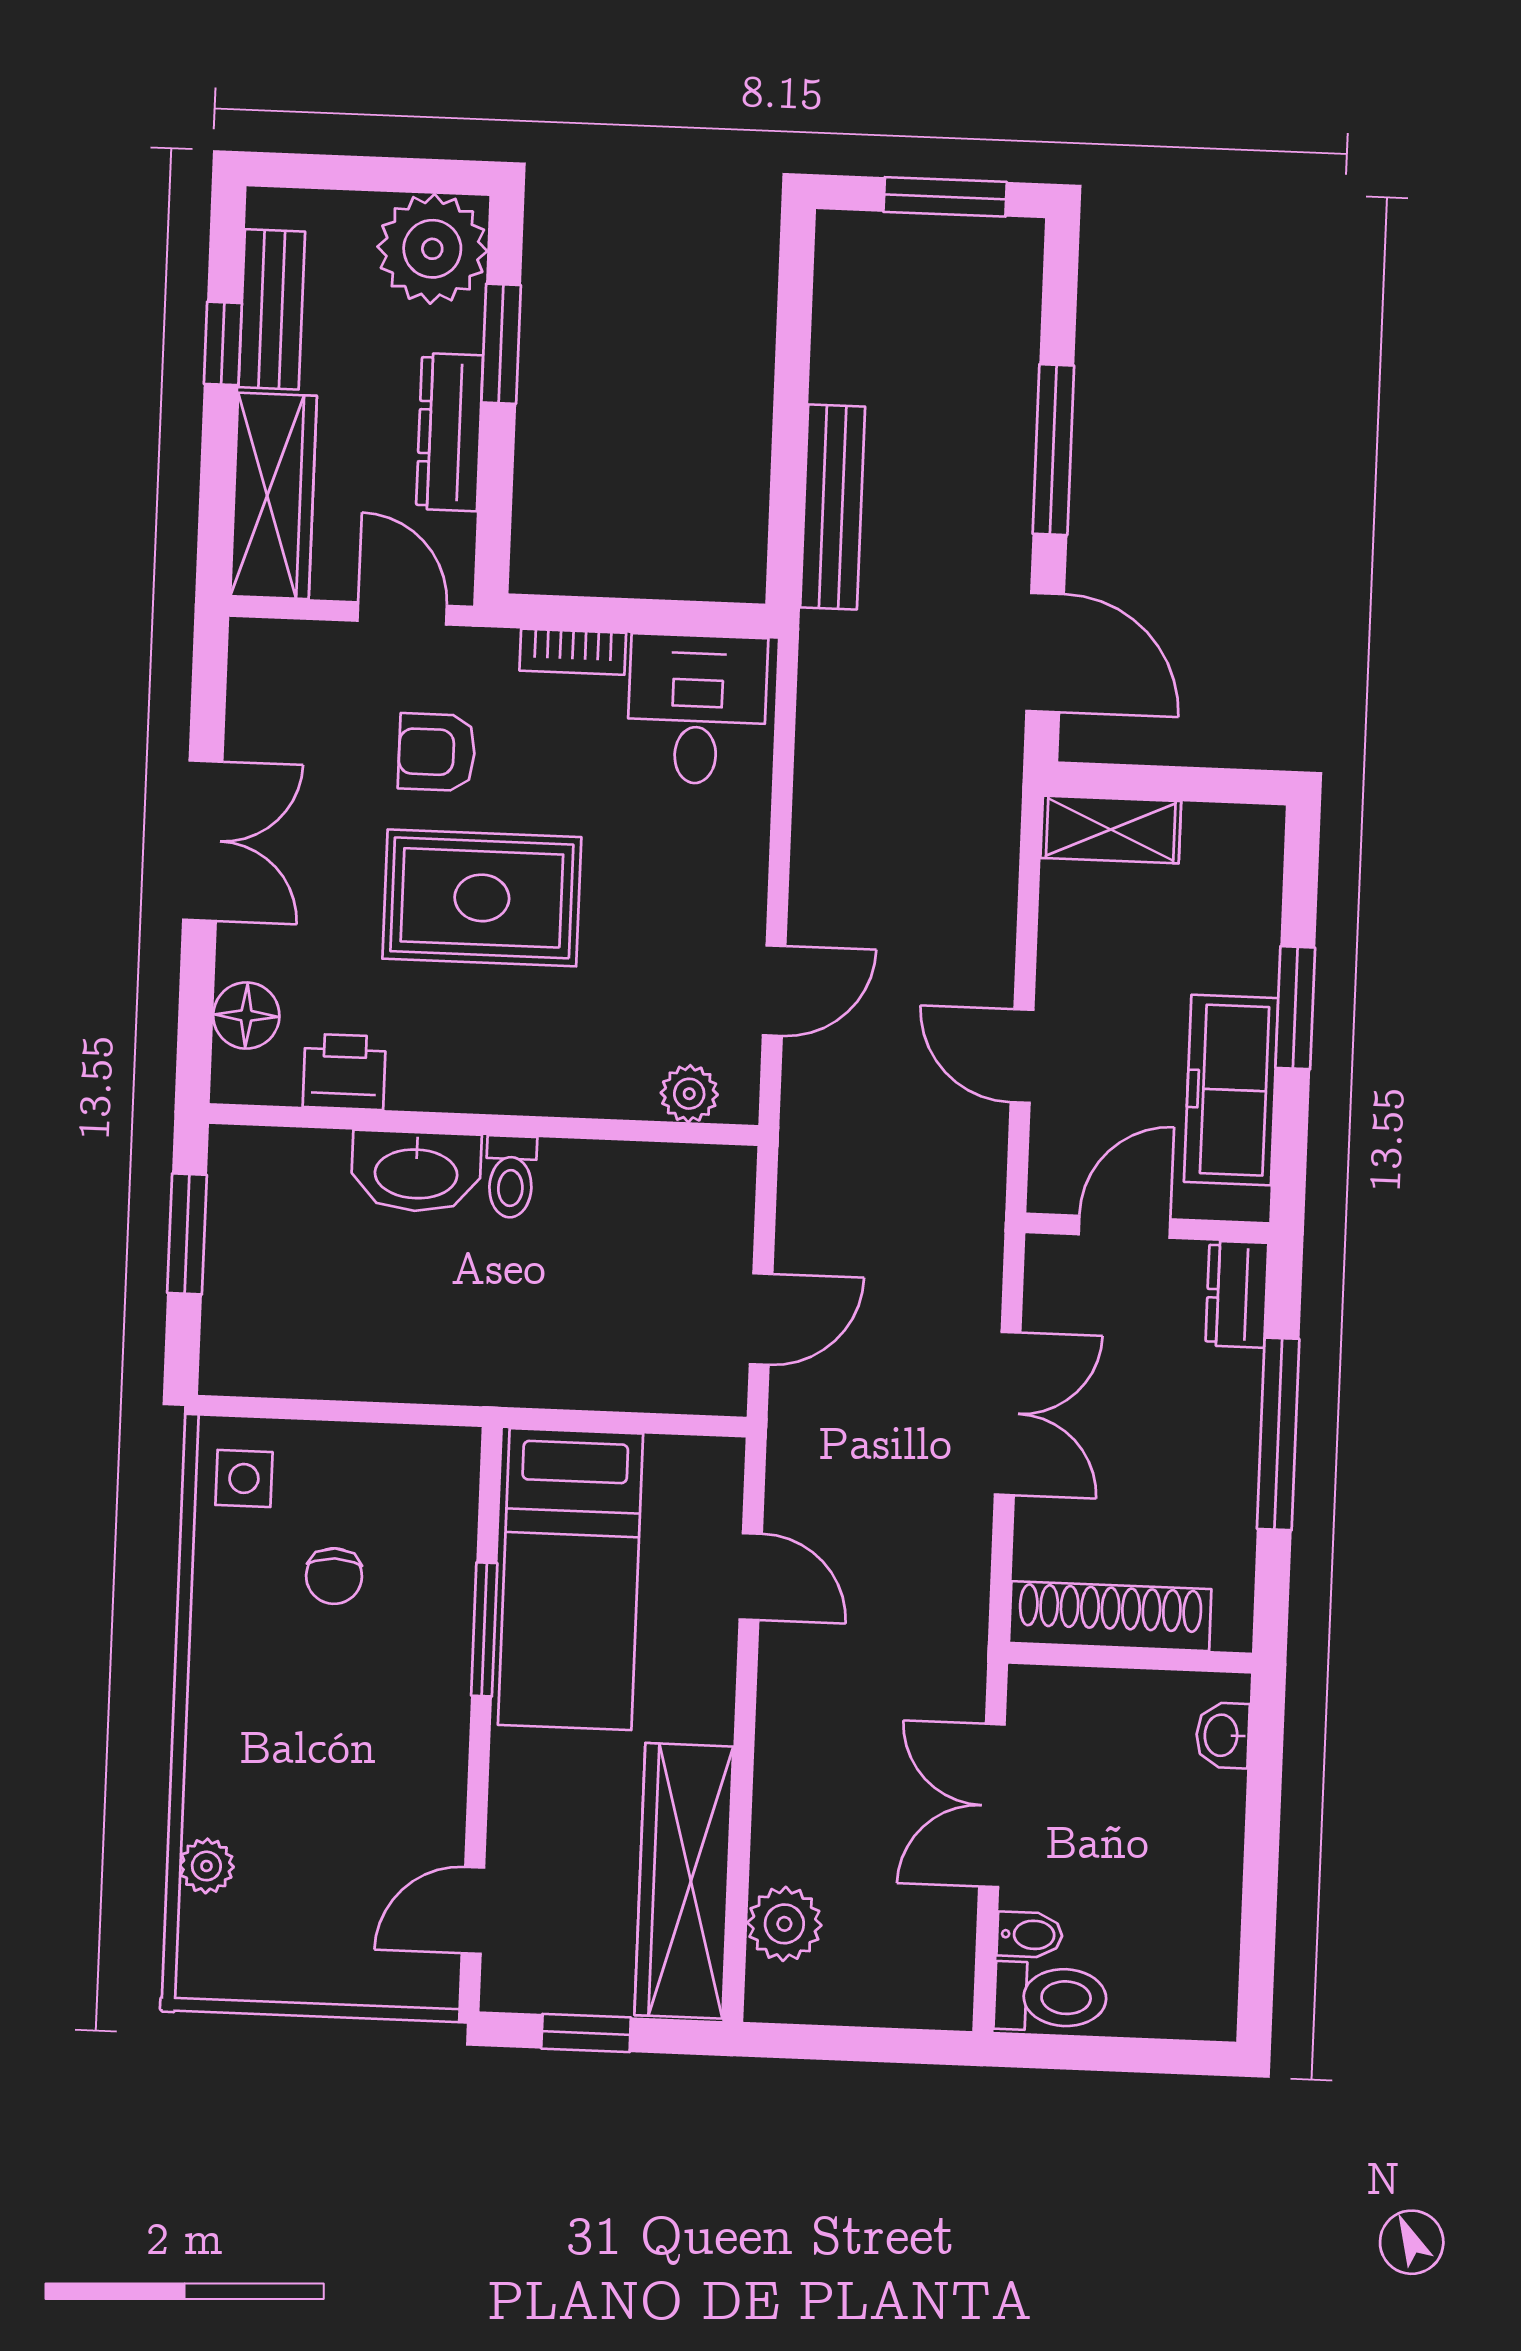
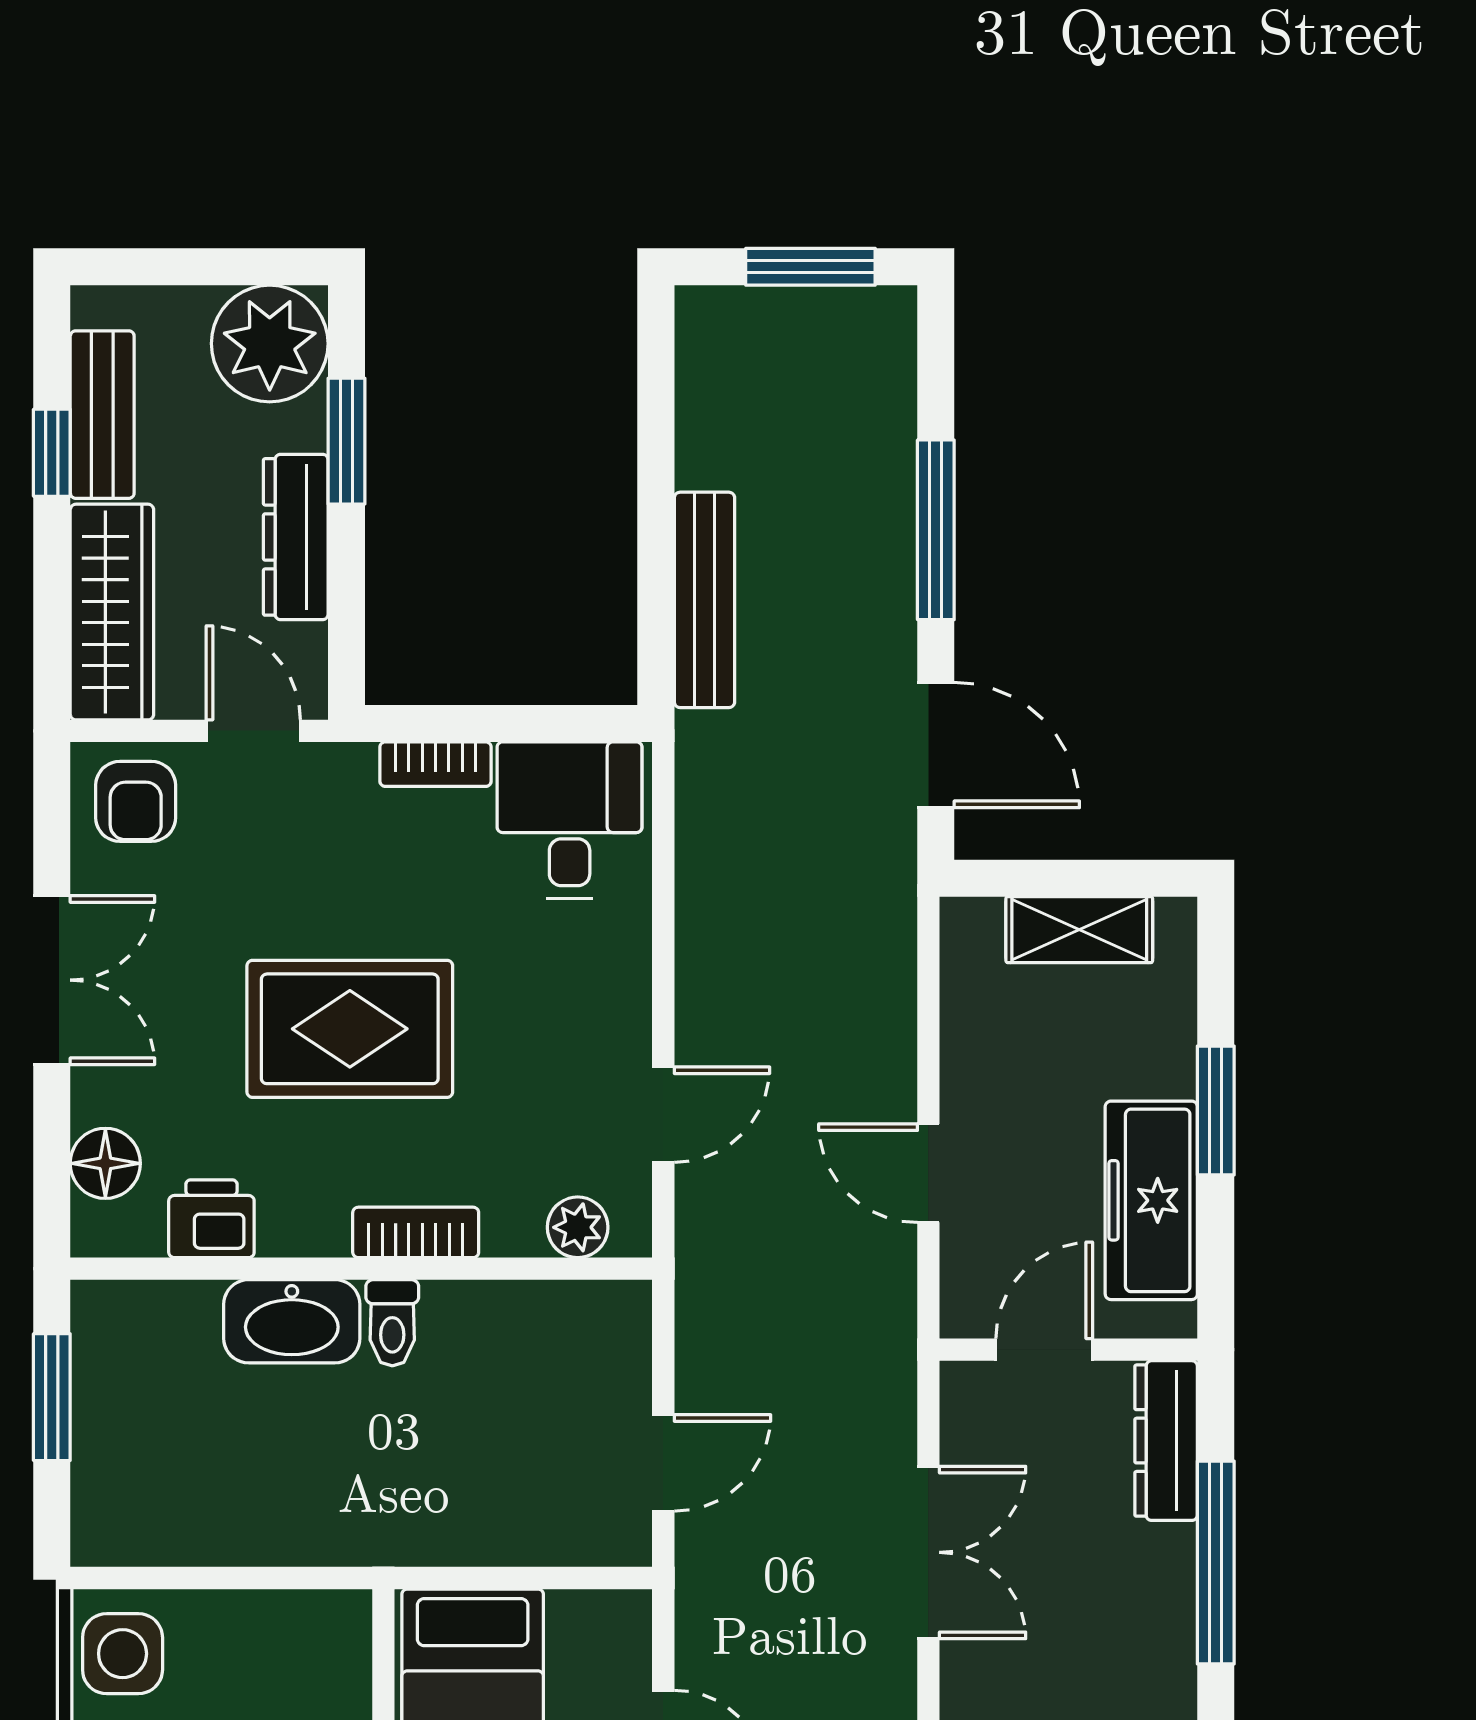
armchair: (437, 752) -> (136, 801), moved, turned -90
shelving: (1111, 829) -> (1079, 930), moved
bookcase: (536, 1092) -> (416, 1232), added
dresser: (1237, 1294) -> (1166, 1441), width x1.44
side table: (244, 1478) -> (123, 1654), width x1.37, depth x1.37

